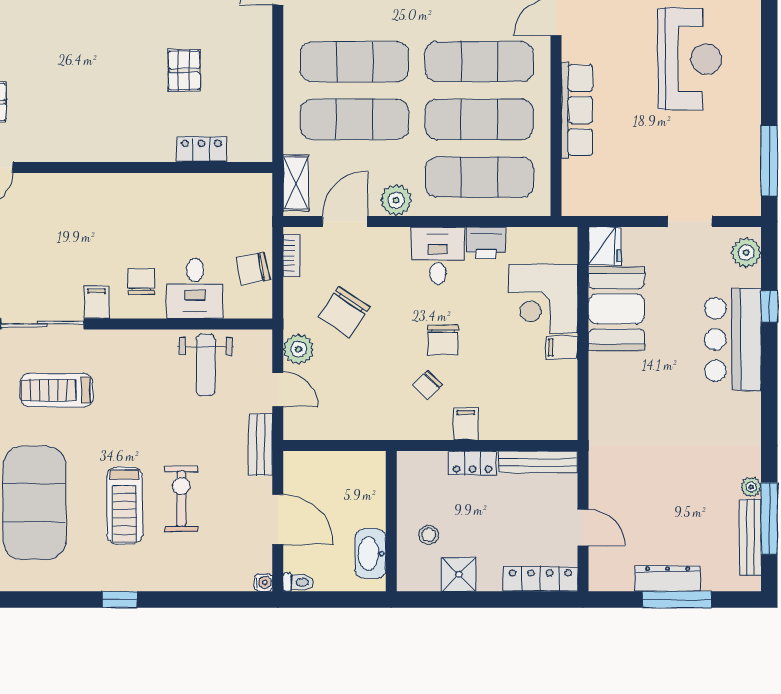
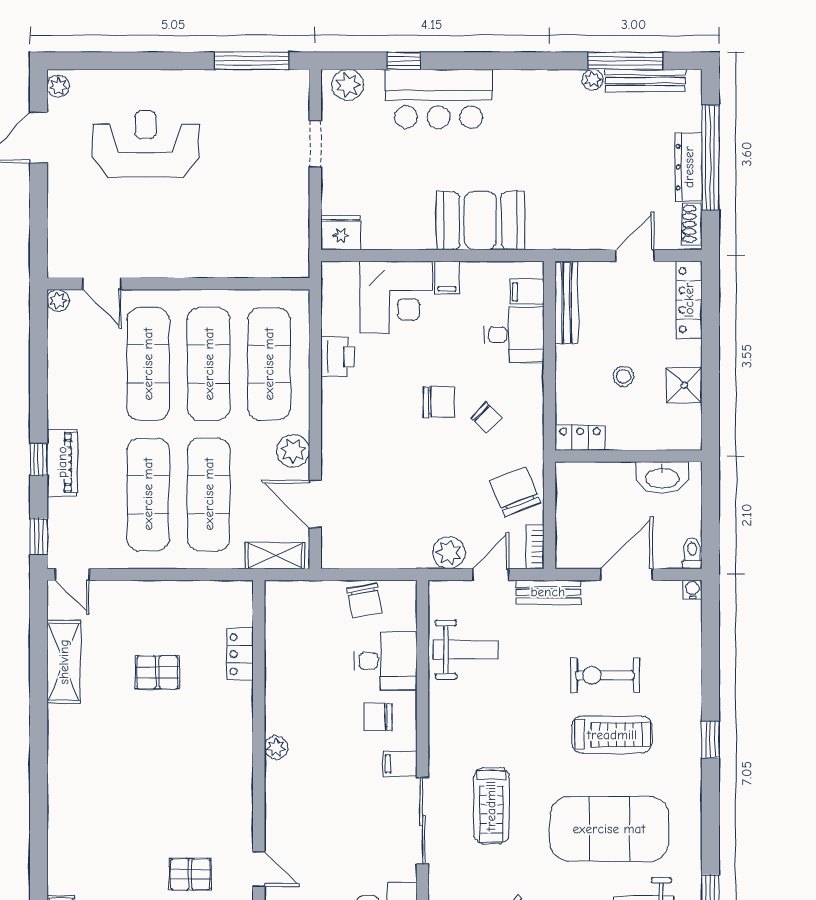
row of seats: (577, 110) -> (199, 262), removed
plant: (112, 184) -> (276, 748), added
bookcase: (292, 255) -> (535, 547), moved, turned -90
desk: (438, 256) -> (514, 335), moved, turned 180
booth: (616, 309) -> (480, 221), moved
chair: (344, 312) -> (515, 491), moved, turned -146
filing cabinet: (466, 424) -> (527, 292), moved
locker: (473, 463) -> (580, 438), moved, turned -90
stool: (429, 535) -> (623, 376), moved
shoe rack: (613, 582) -> (692, 224), added
window: (677, 599) -> (710, 157), width x1.46

